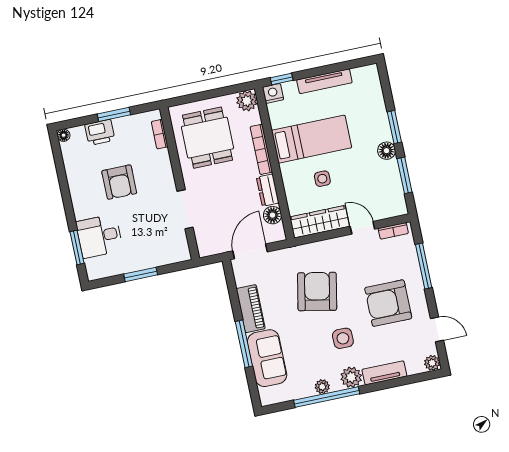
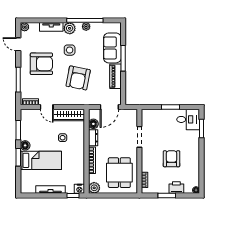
bed: (312, 139) -> (41, 160), moved, turned 180
desk: (99, 236) -> (188, 119), moved

